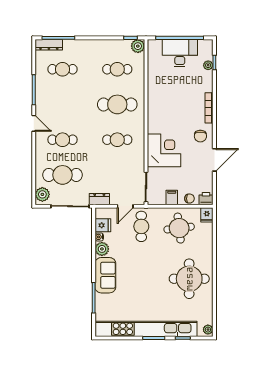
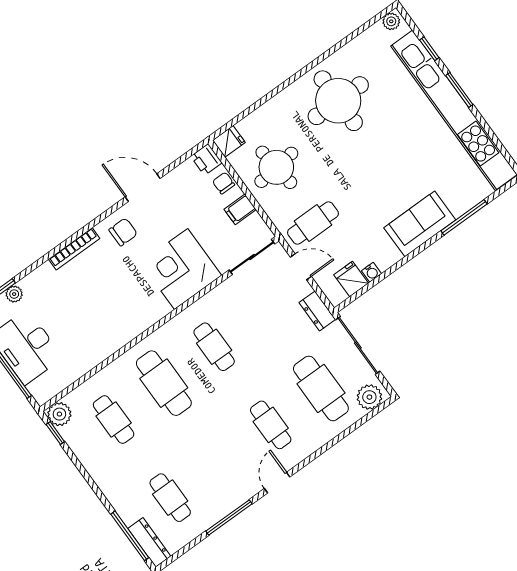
plant: (102, 249) -> (386, 256), removed

